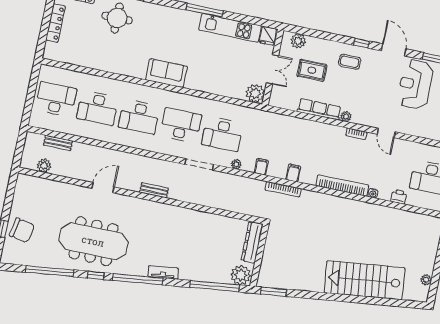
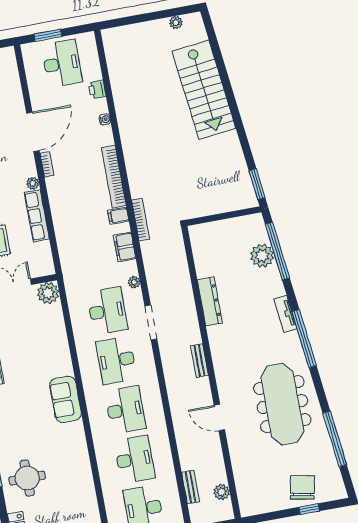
door: (386, 133) -> (33, 132), width x1.87
filing cabinet: (261, 167) -> (125, 247), width x2.00
bookcase: (342, 186) -> (114, 177), moved
dresser: (252, 242) -> (210, 301), moved, turned -90
window: (96, 275) -> (319, 386), removed
plant: (241, 275) -> (262, 256), moved

